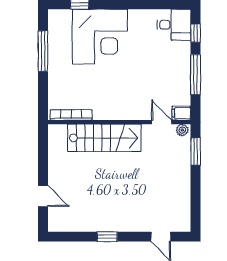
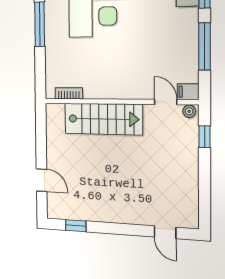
bookcase: (71, 115) -> (69, 93), width x0.64
window: (196, 152) -> (205, 137), width x0.67
window: (107, 237) -> (76, 226), moved

